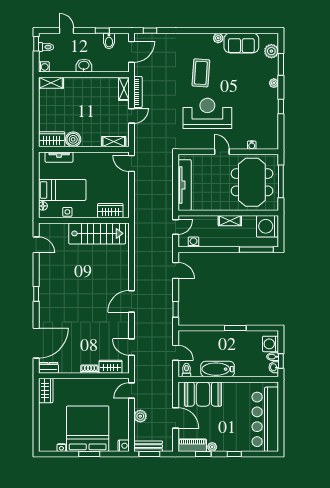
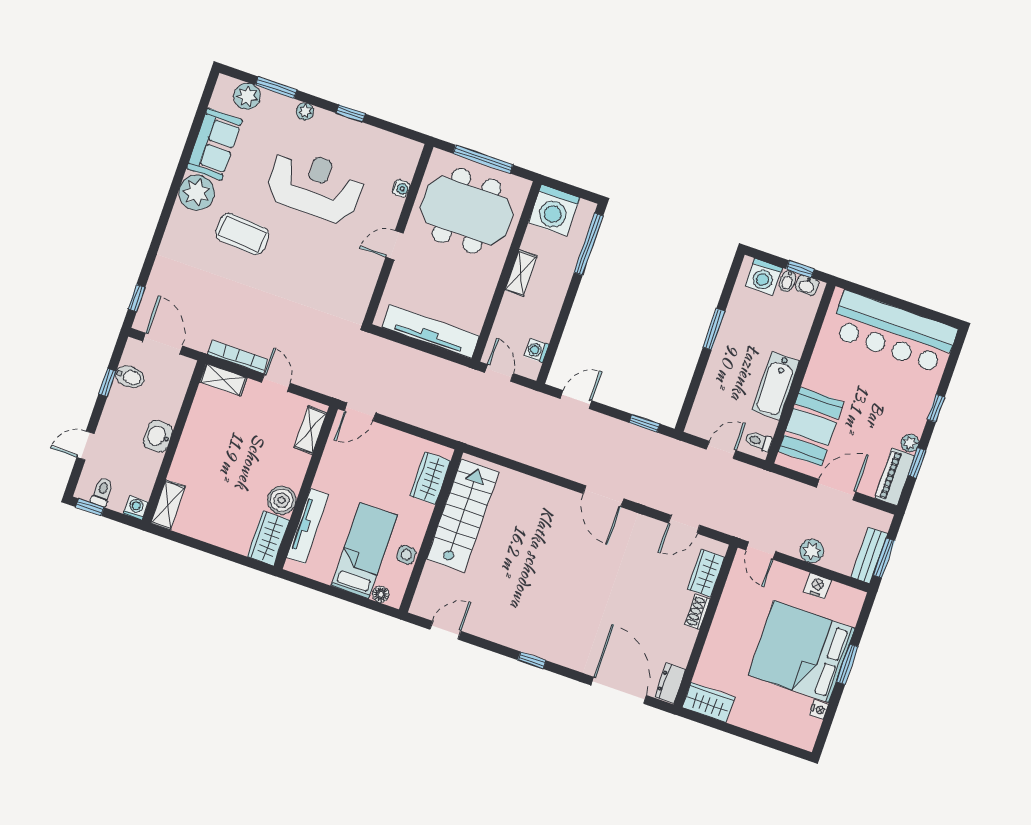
plant: (218, 38) -> (197, 193), width x1.88, depth x1.88
reception desk: (207, 113) -> (315, 186), moved, turned 90
tv unit: (59, 157) -> (308, 526), width x1.41
nightstand: (124, 446) -> (817, 586), moved

